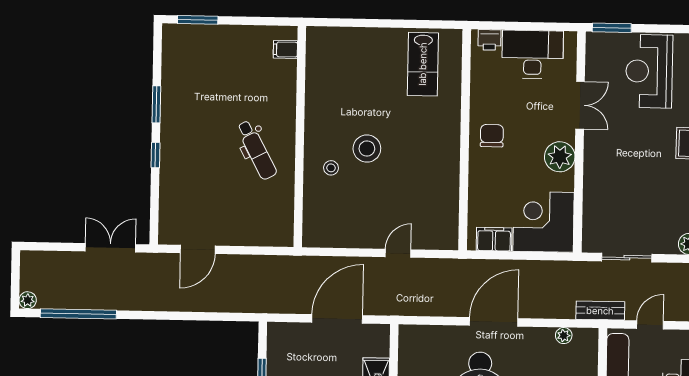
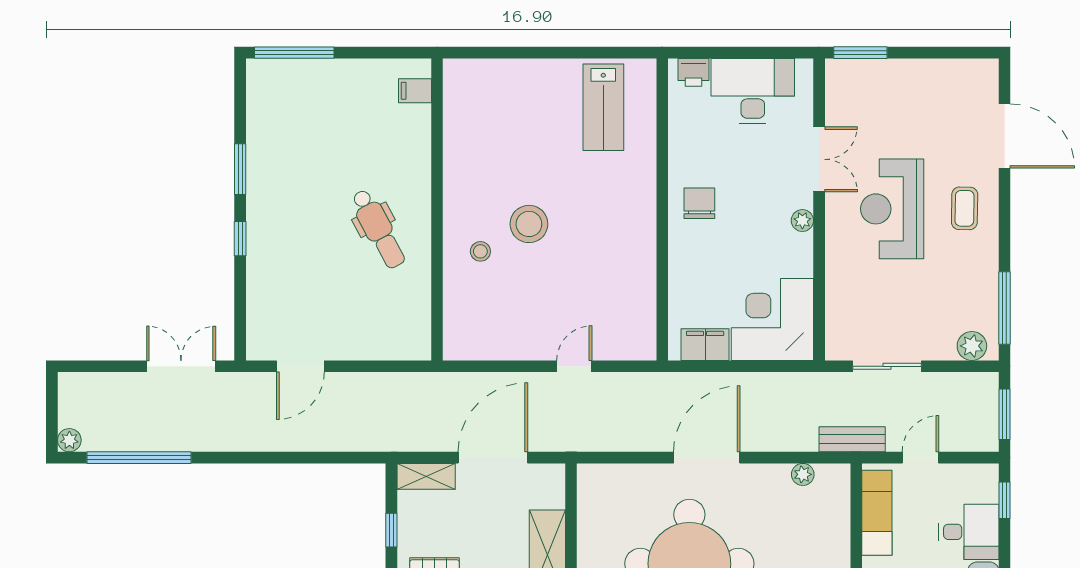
window: (198, 20) -> (294, 53), width x1.44
reception desk: (649, 71) -> (892, 209), moved
plant: (560, 157) -> (802, 221), width x0.53, depth x0.53
shelving: (288, 332) -> (426, 476), added

